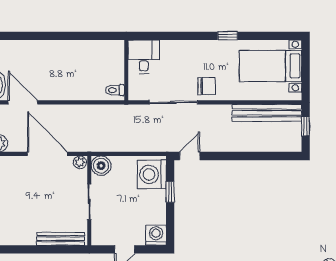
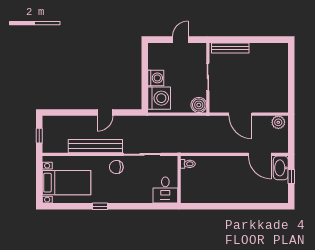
bench: (267, 113) -> (95, 146), moved
door: (48, 154) -> (240, 114), width x0.73
door: (190, 156) -> (105, 113), moved
plant: (80, 162) -> (215, 108), removed
window: (170, 192) -> (145, 85), removed
washing machine: (156, 235) -> (156, 78), moved, turned -90

